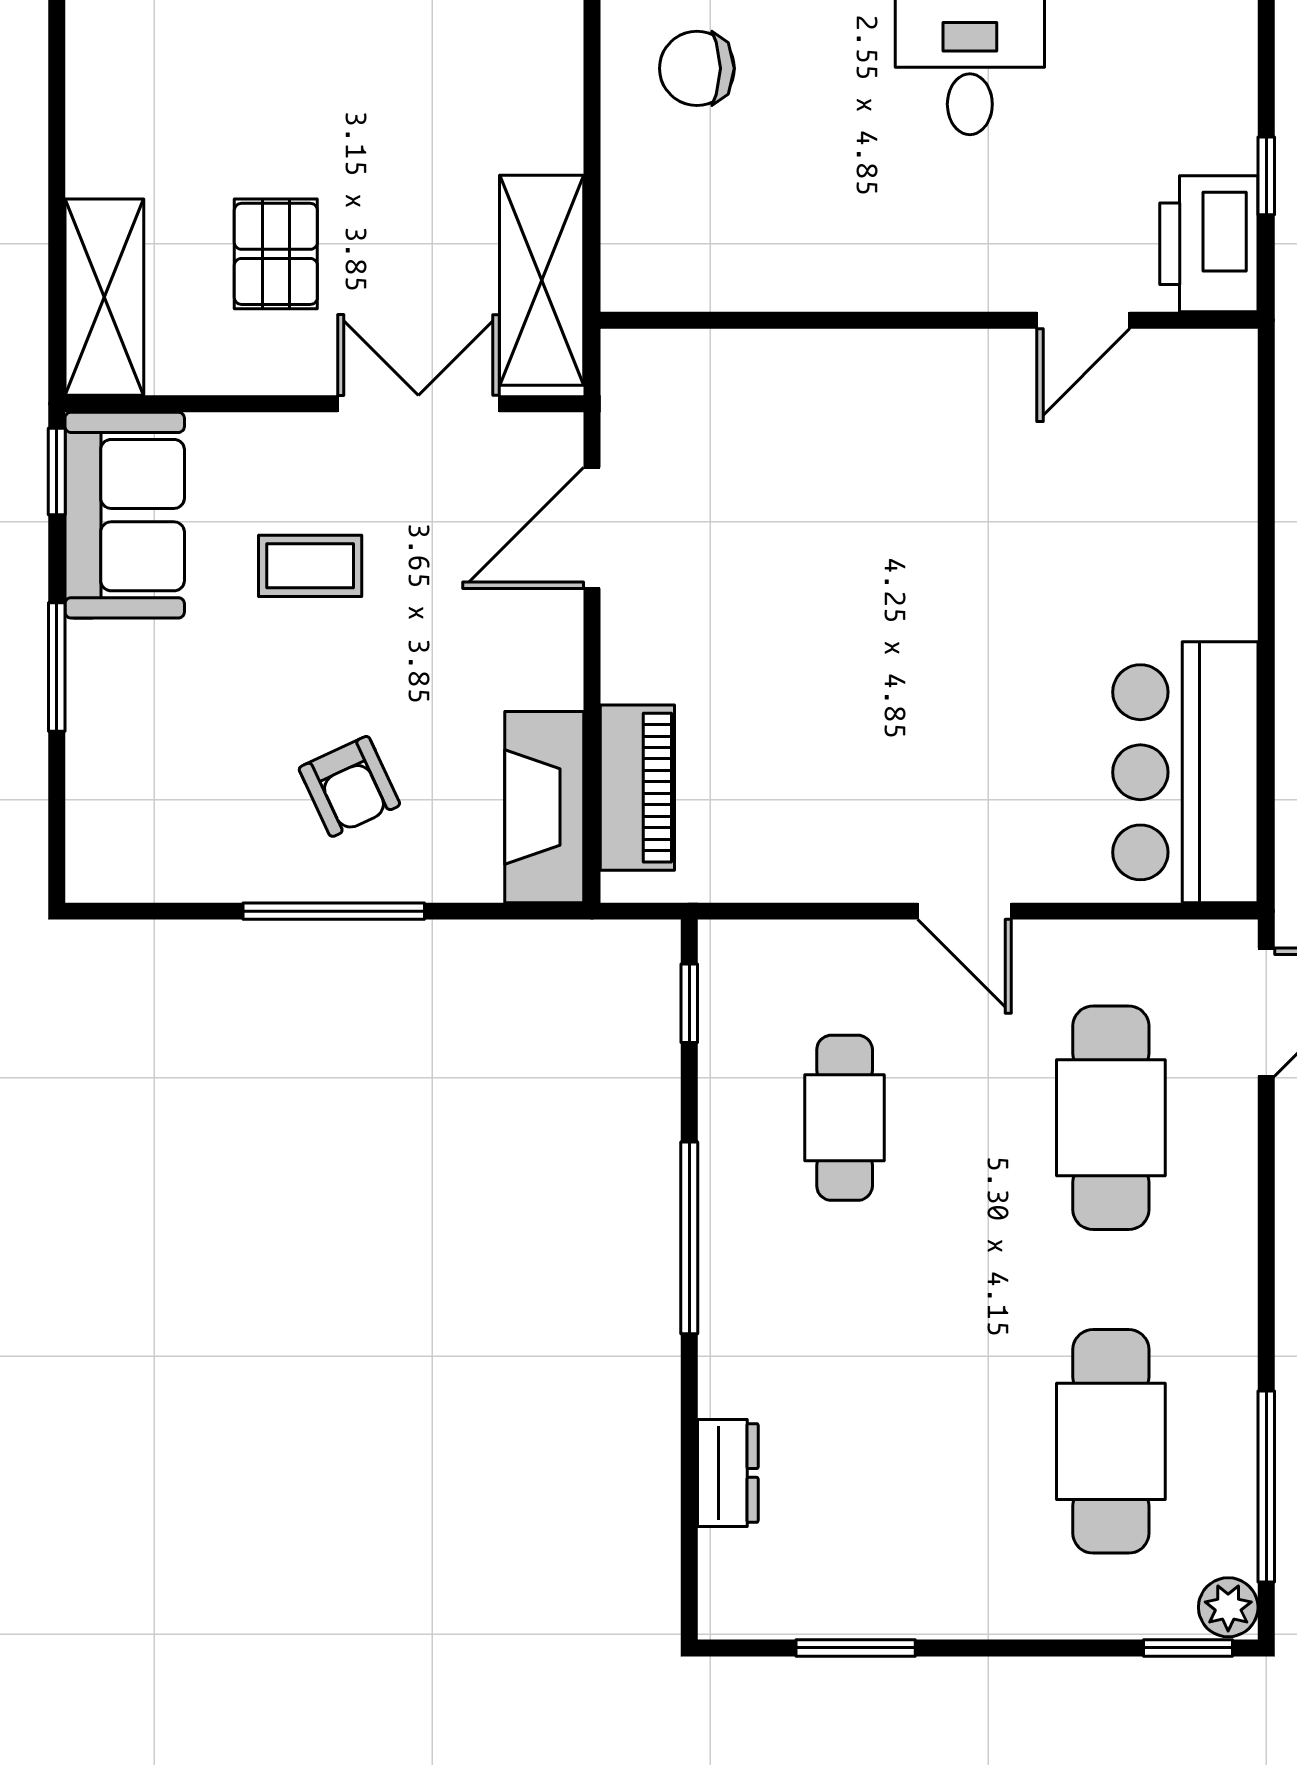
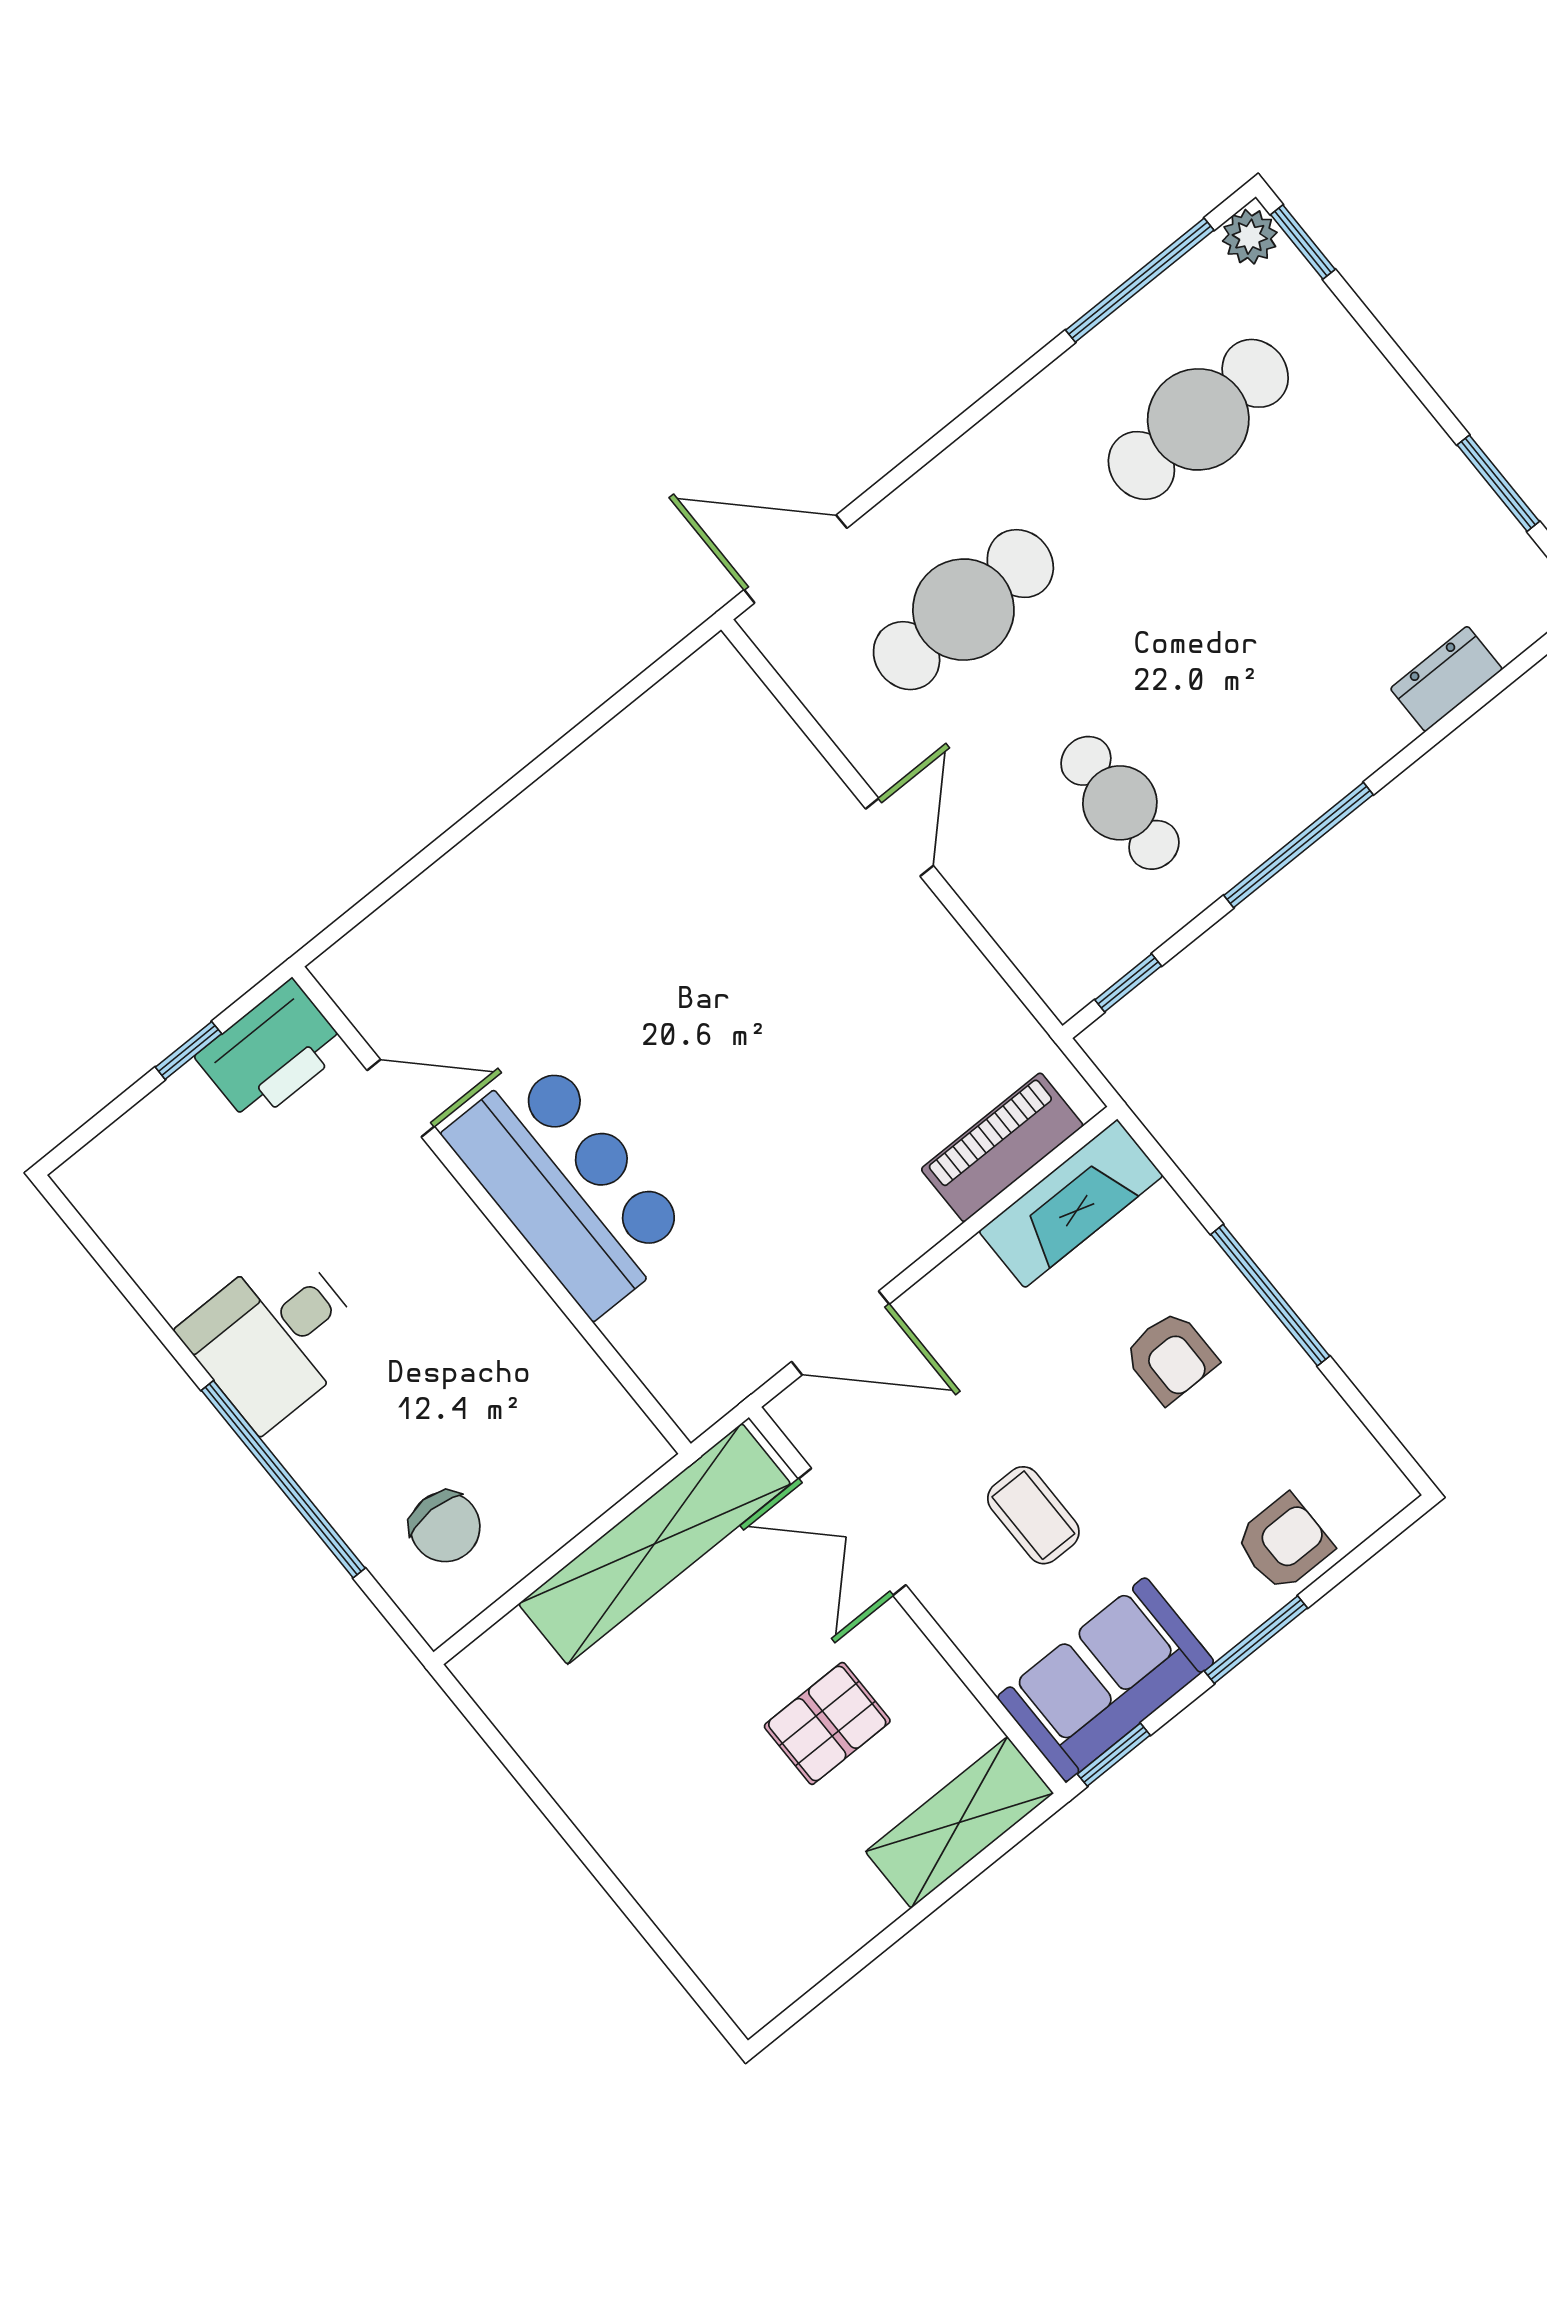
shelving: (542, 280) -> (655, 1544), width x1.47
armchair: (118, 756) -> (1284, 1543), added
bar counter: (1185, 772) -> (569, 1186), moved, turned -90
armchair: (349, 786) -> (1171, 1357), turned 115
cafe table: (845, 1118) -> (1120, 803), turned 90

